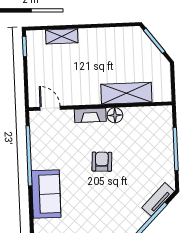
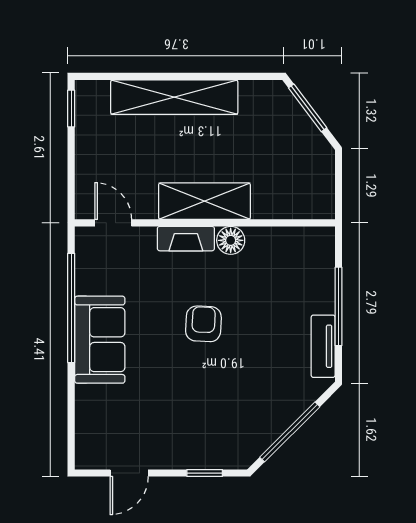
shelving: (62, 36) -> (174, 97), width x2.20, depth x1.33
shelving: (126, 93) -> (204, 201), moved
sofa: (46, 194) -> (100, 340), moved
tv unit: (158, 199) -> (323, 346), moved, turned -45

